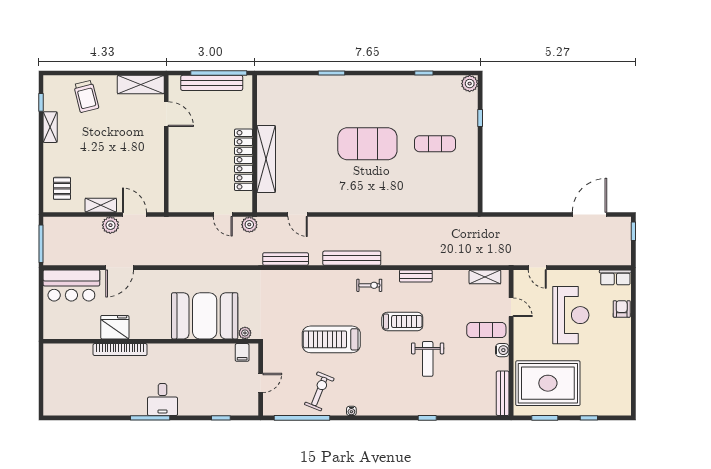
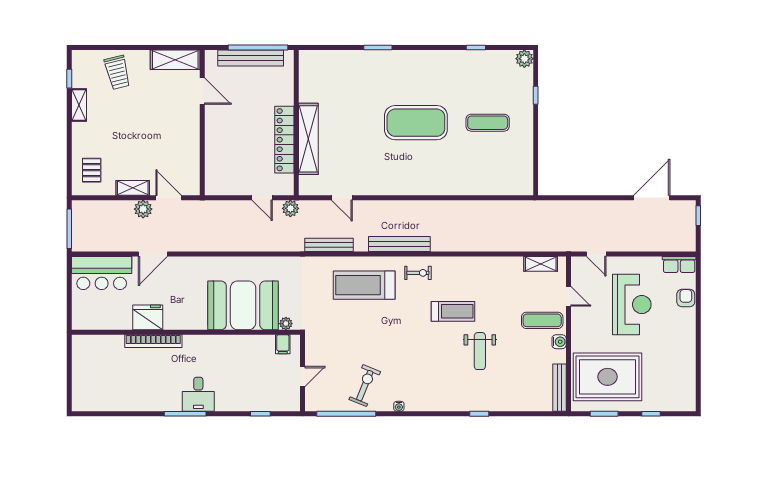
bench: (416, 276) -> (467, 263), removed
treadmill: (331, 339) -> (364, 285), moved

